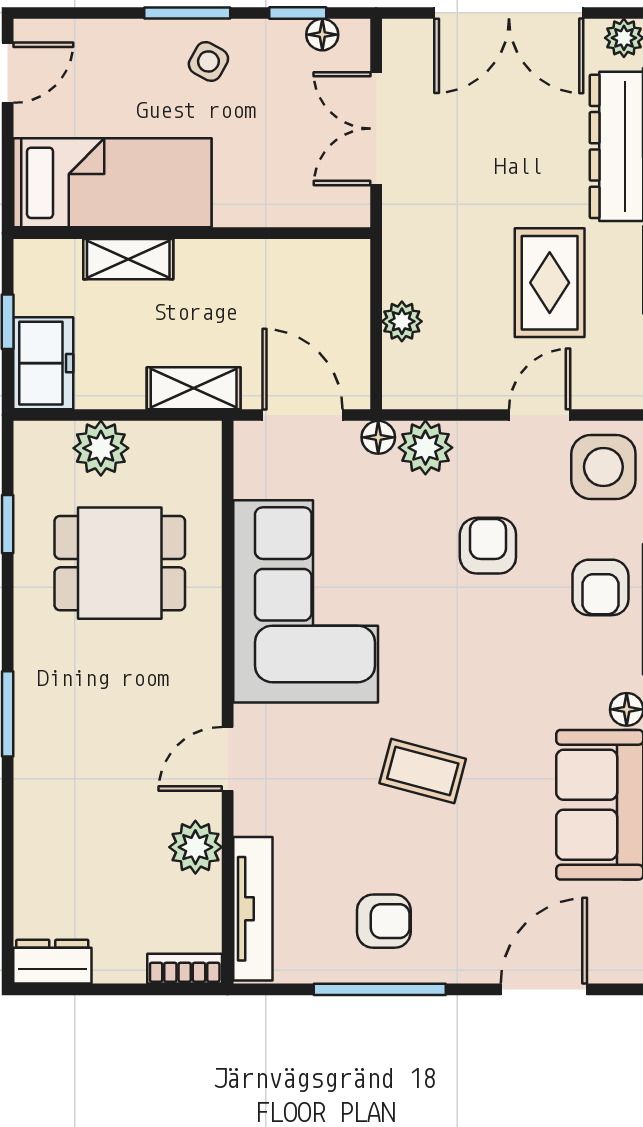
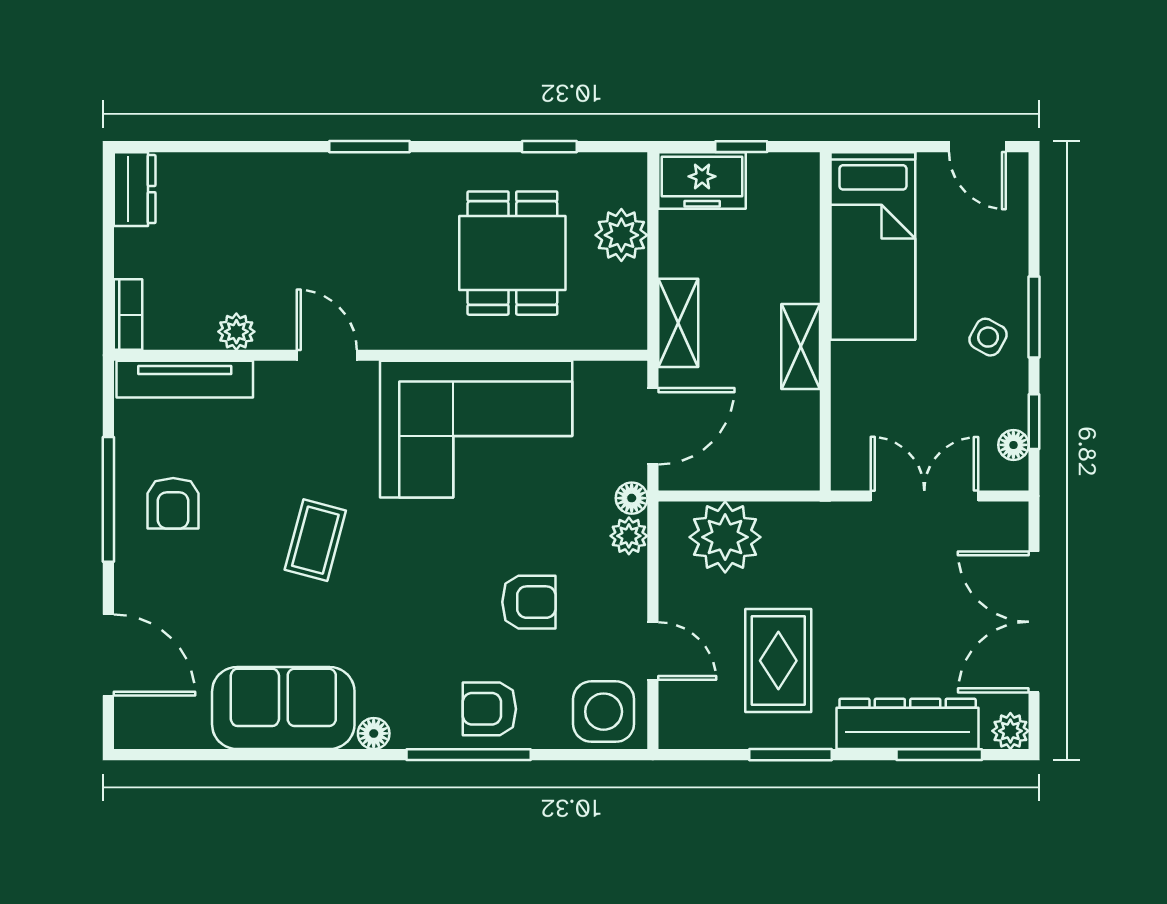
shelving: (128, 259) -> (801, 346), moved
rug: (550, 283) -> (778, 661), turned 90
plant: (402, 321) -> (725, 537), width x1.88, depth x1.88
plant: (425, 448) -> (629, 536), width x0.73, depth x0.73
plant: (195, 847) -> (236, 332), width x0.73, depth x0.73

